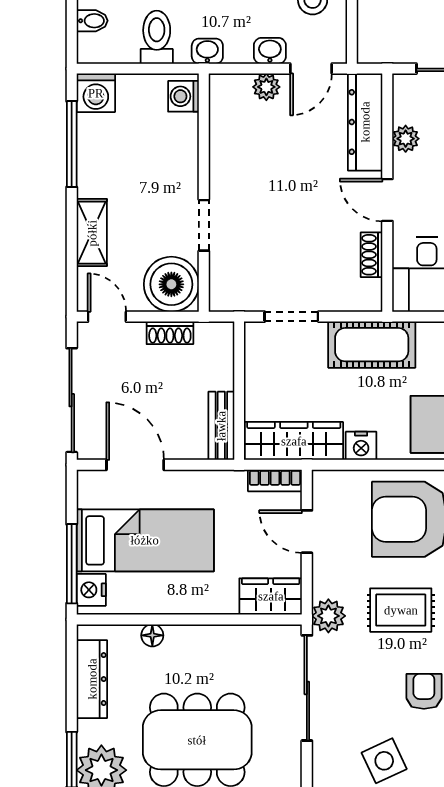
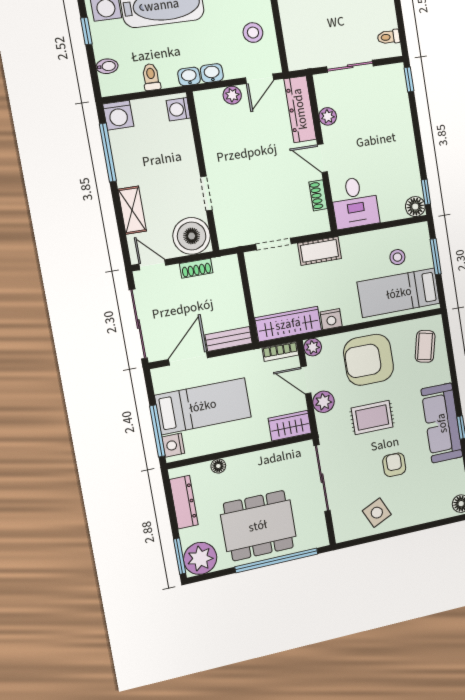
toilet: (157, 37) -> (151, 77), width x0.73, depth x0.72
washbasin: (270, 51) -> (212, 73), moved
cot: (372, 345) -> (320, 251), width x0.73, depth x0.75
bench: (221, 426) -> (229, 339), moved, turned 90
door: (135, 465) -> (188, 359), hinge flipped
plant: (325, 483) -> (313, 347), added
plant: (328, 616) -> (324, 402), moved

